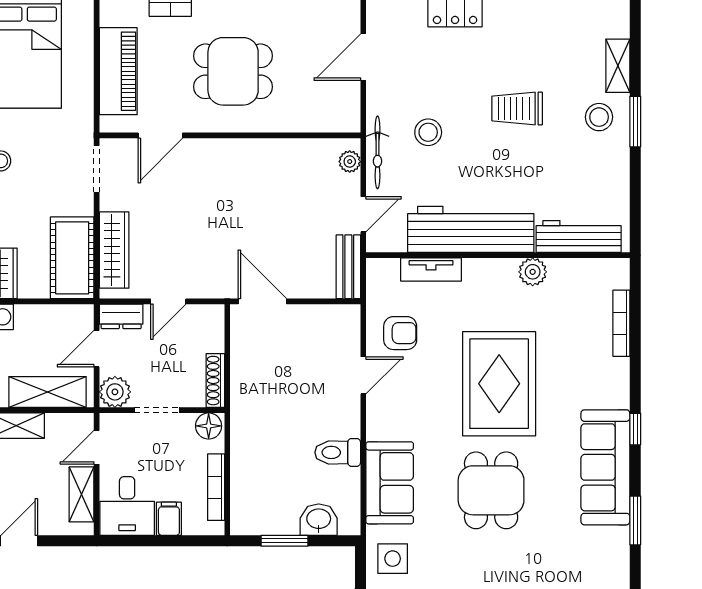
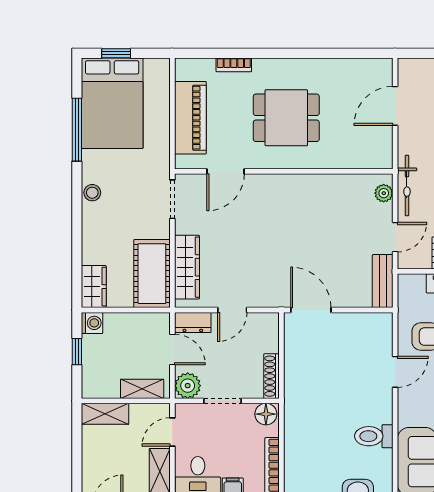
door: (97, 349) -> (172, 349), swing flipped
shelving: (48, 392) -> (142, 389), width x0.67, depth x0.75

